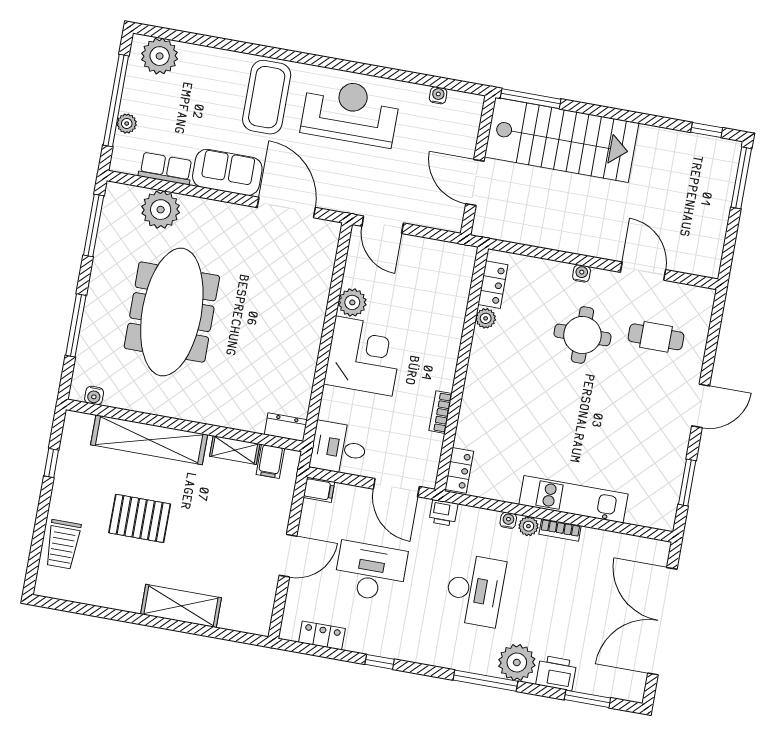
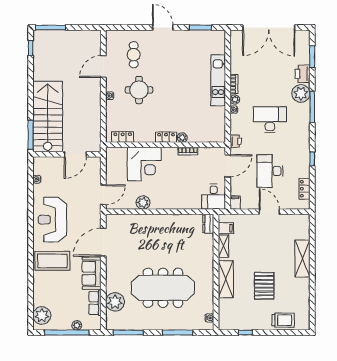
plant: (486, 318) -> (182, 138), moved
corner desk: (364, 356) -> (144, 164), moved, turned 180
shelving: (149, 440) -> (226, 279), width x0.68
locker: (459, 470) -> (166, 137), moved

